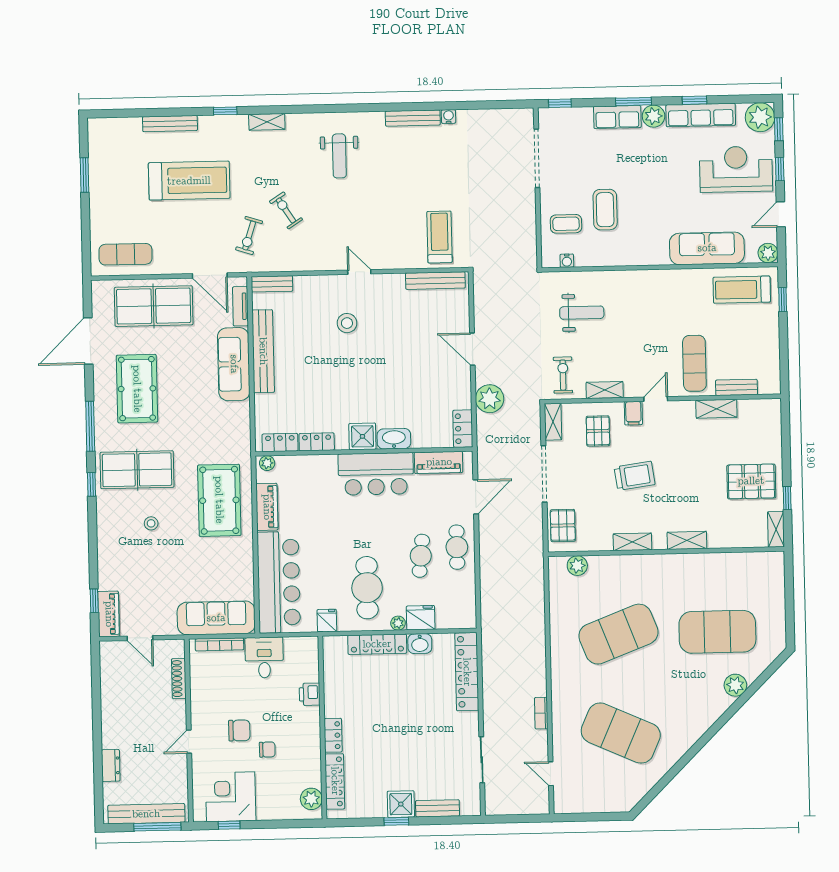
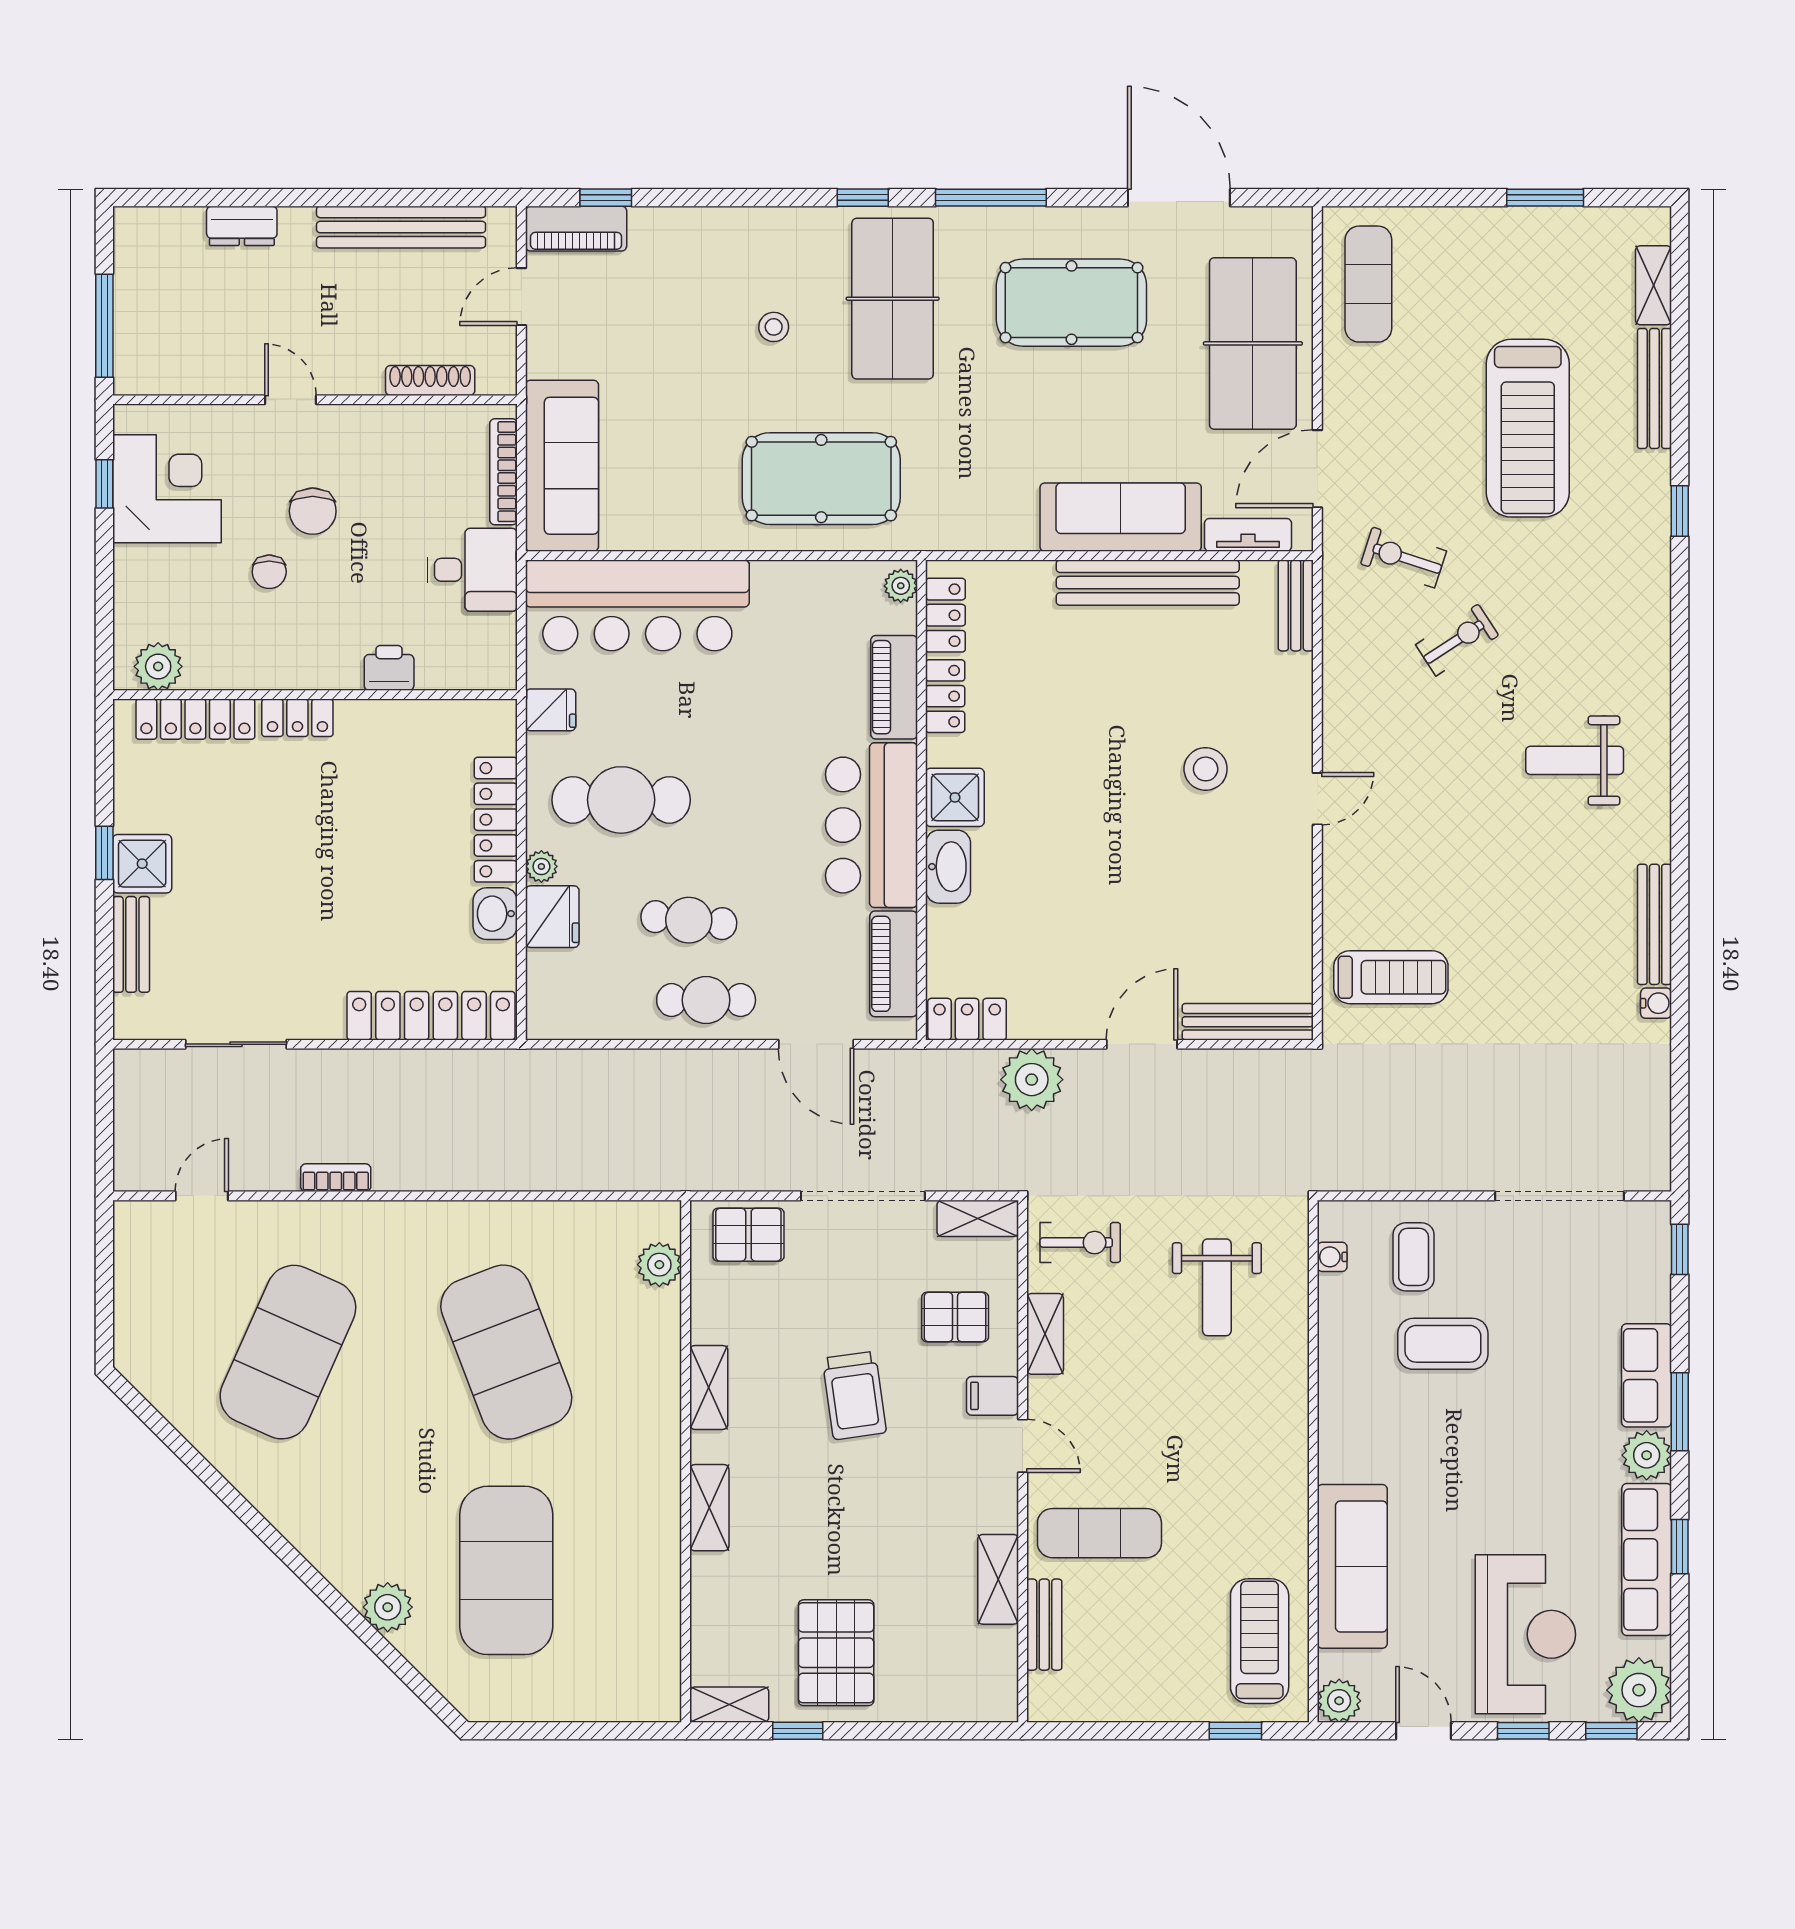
shelving: (267, 122) -> (1653, 285), moved
bench: (435, 281) -> (1248, 1022), moved, turned 90
piano: (267, 507) -> (894, 687), moved, turned 90
bench: (146, 814) -> (401, 227), moved, turned 90

